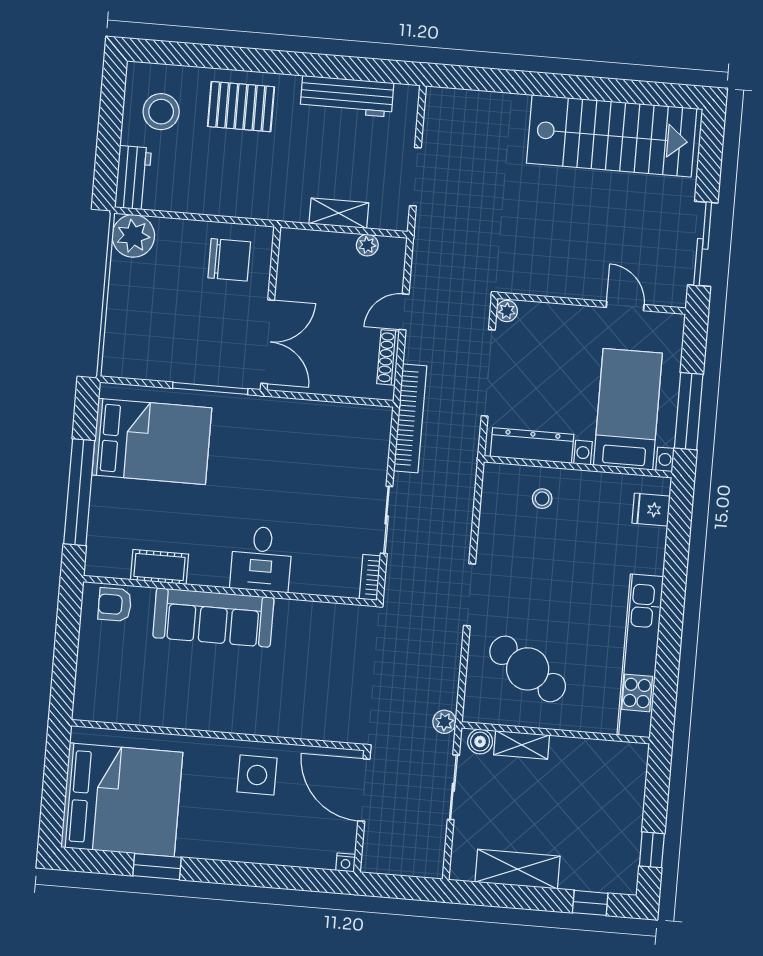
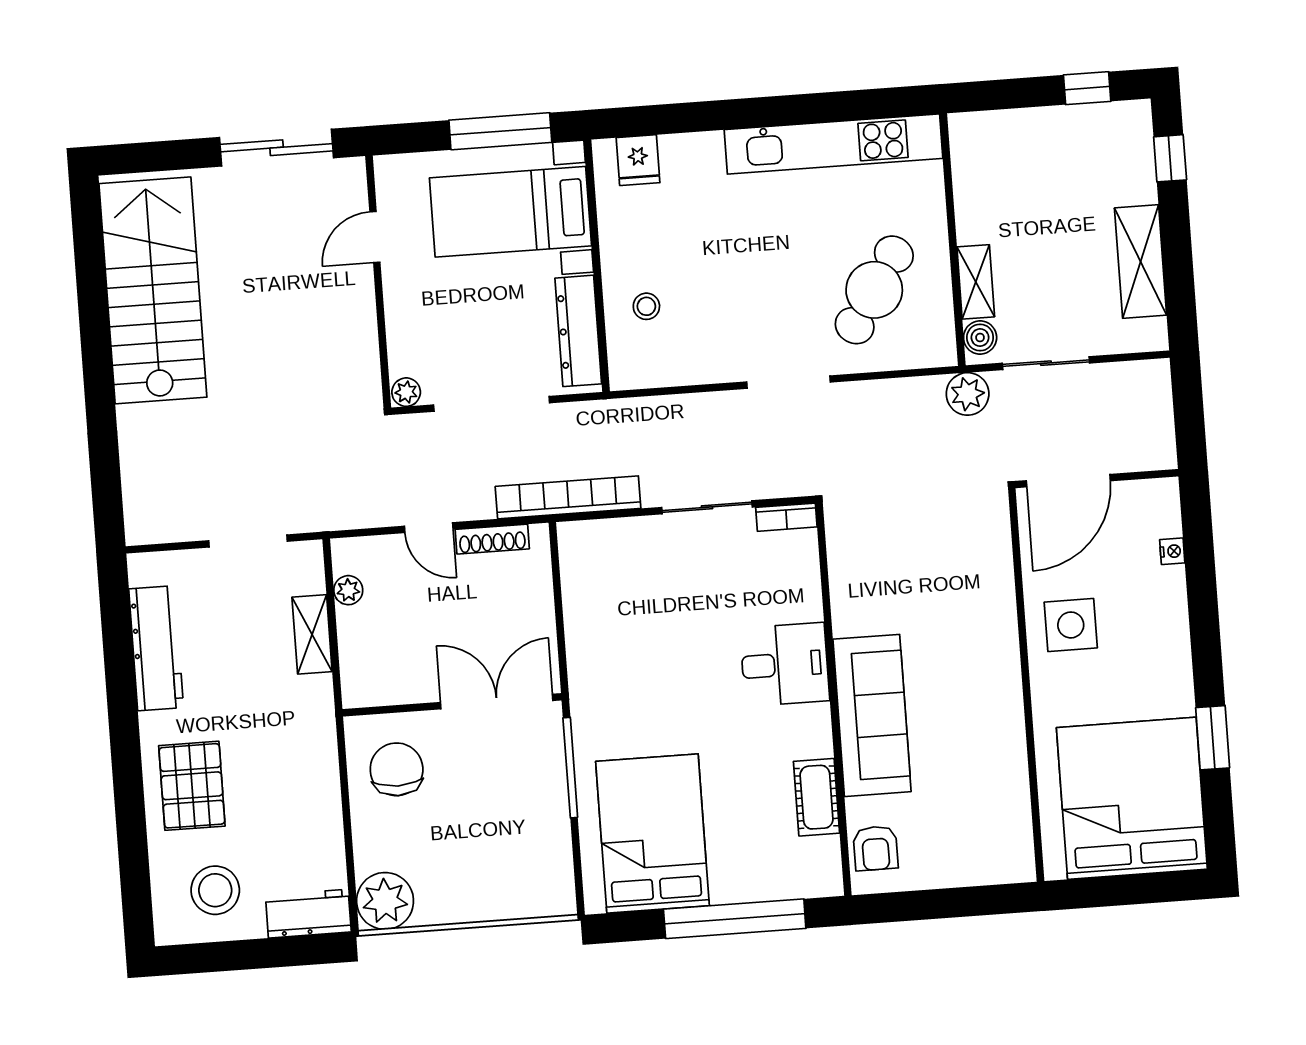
plant: (444, 722) -> (968, 394), width x1.38, depth x1.38
nightstand: (346, 862) -> (1172, 551), moved

